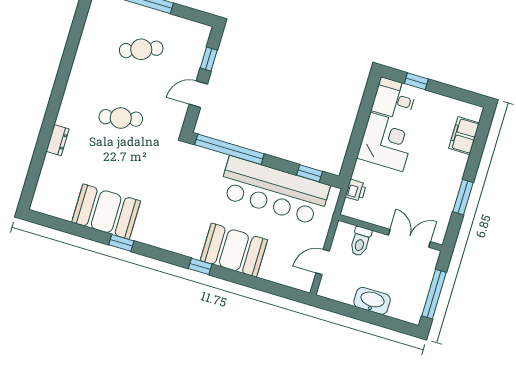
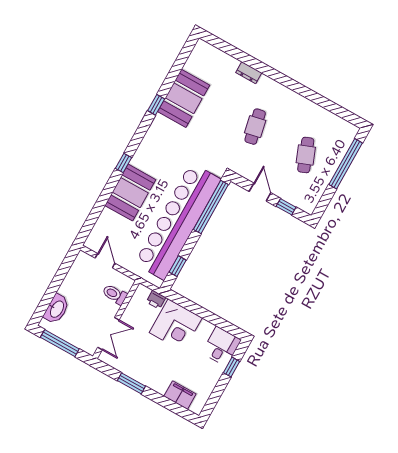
corner desk: (386, 142) -> (176, 325), moved
bar counter: (274, 191) -> (178, 221), width x1.36
washbasin: (372, 301) -> (57, 309), moved

